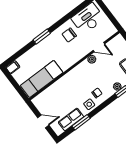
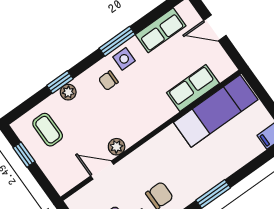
row of seats: (54, 90) -> (193, 88), added
window: (81, 122) -> (117, 41), moved

